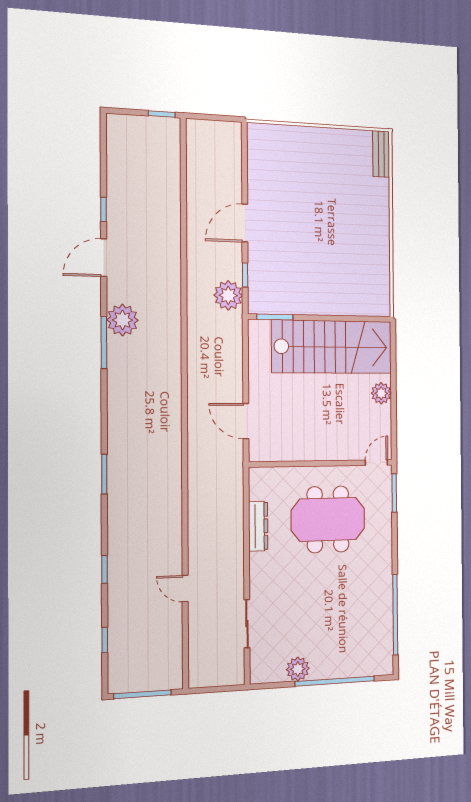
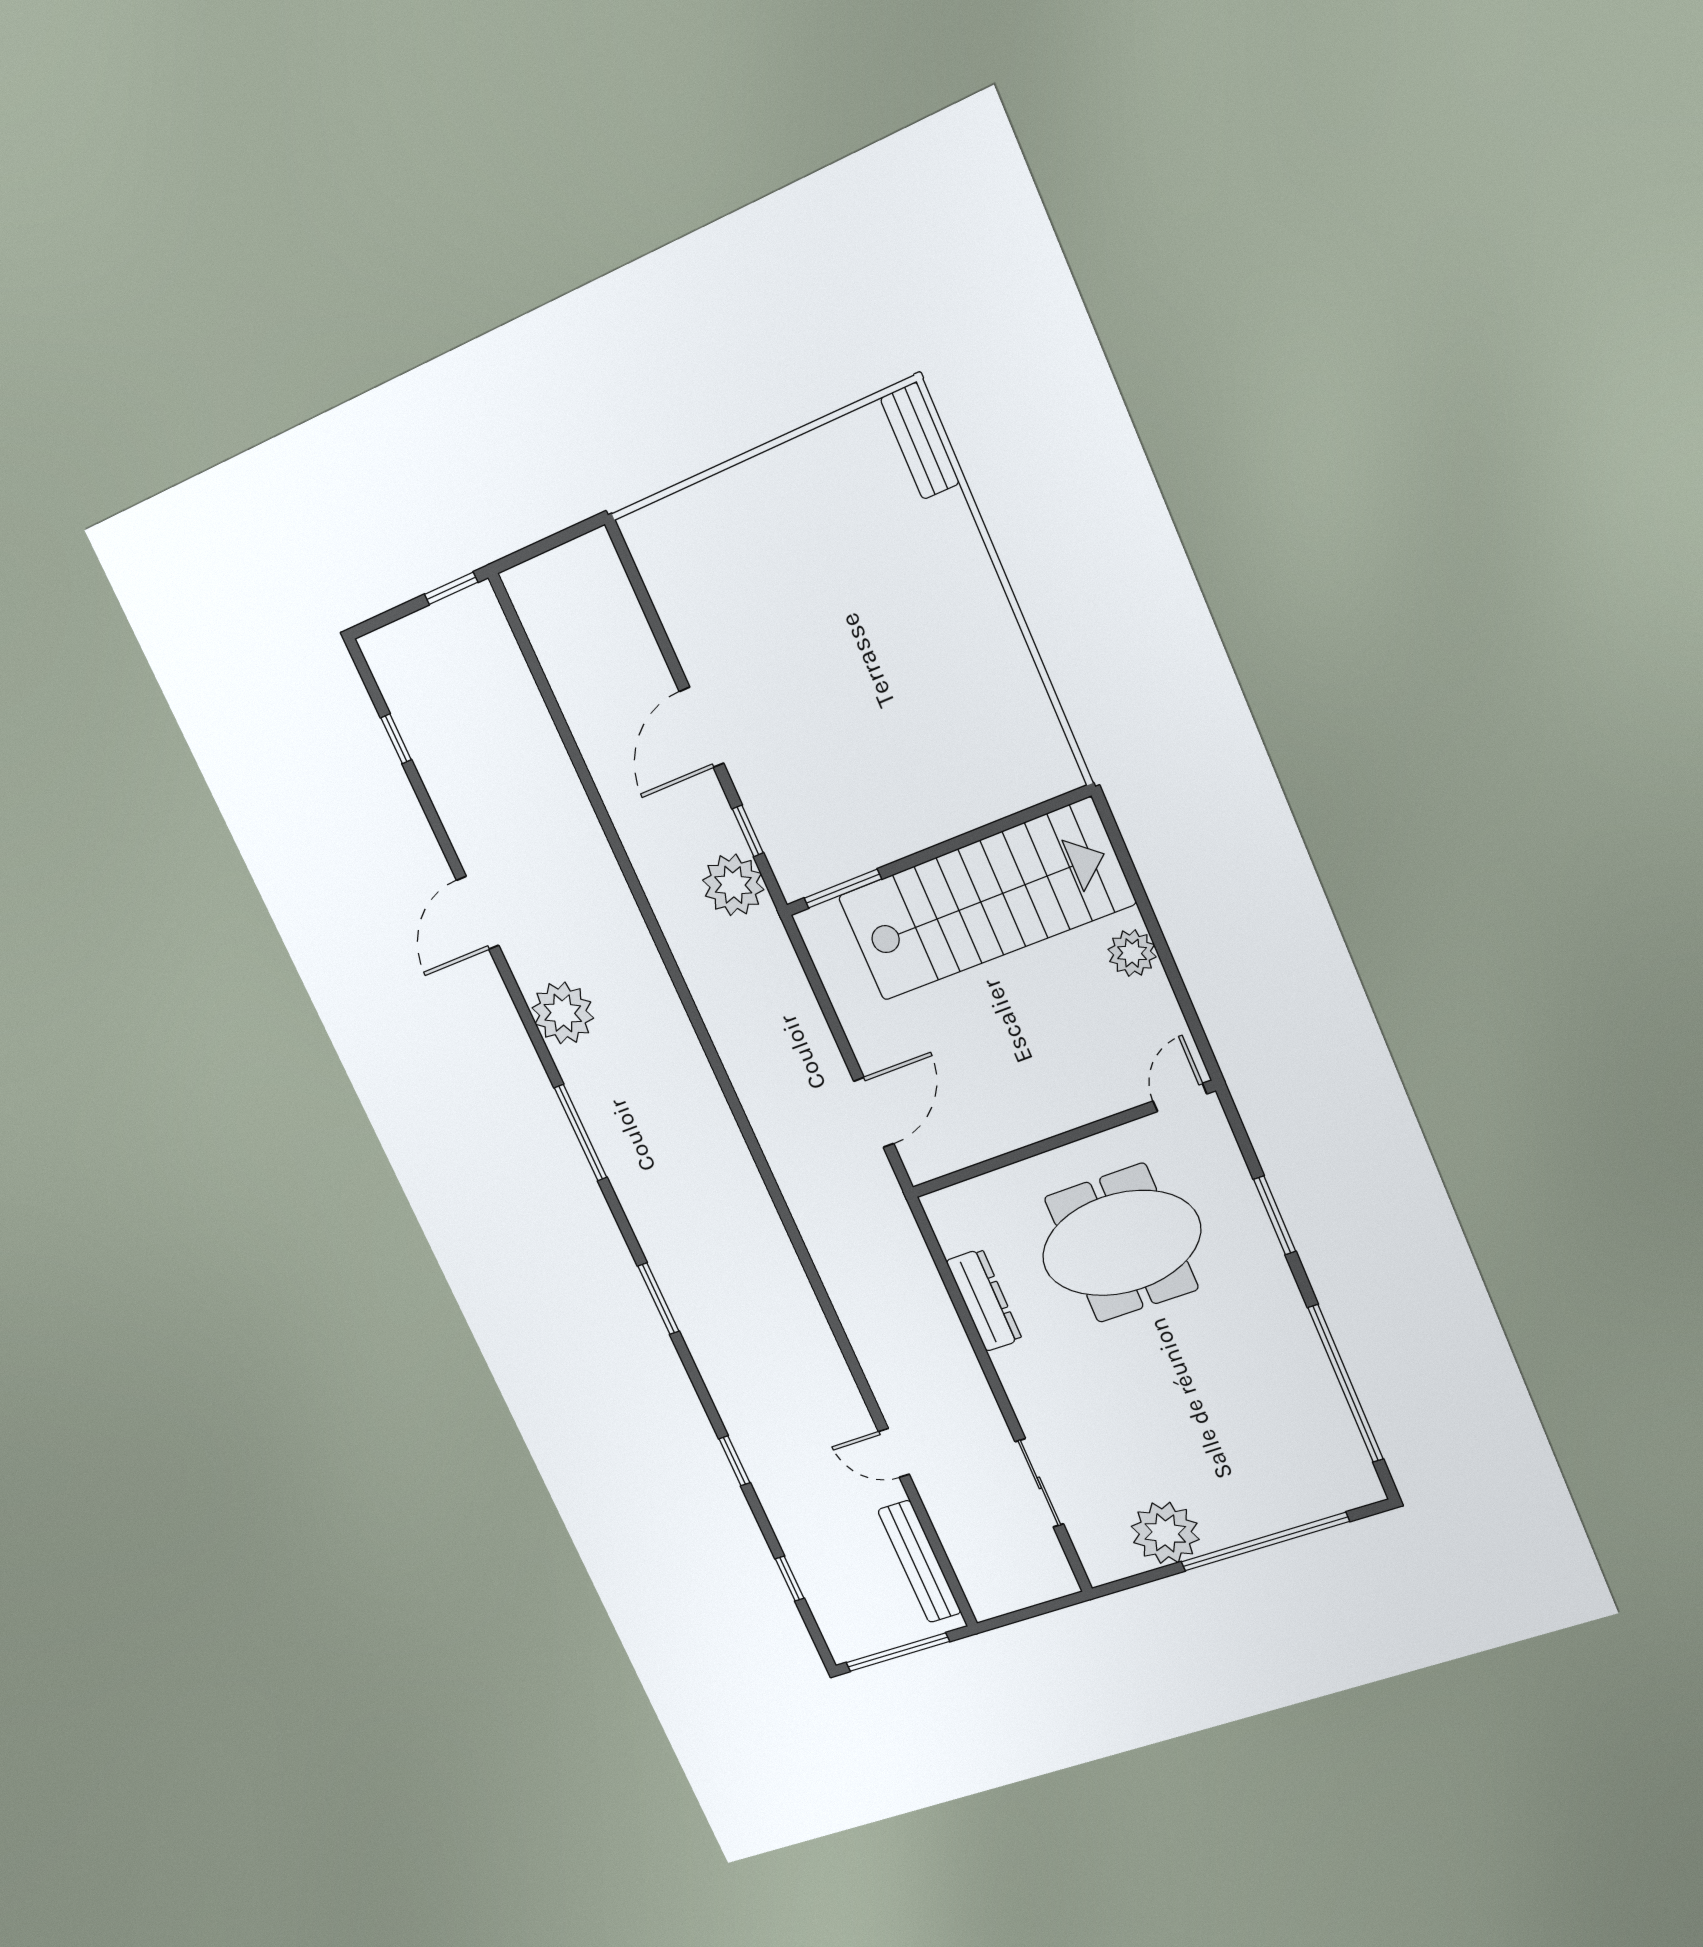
window: (104, 209) -> (396, 739), moved
window: (104, 343) -> (581, 1133), moved
door: (246, 421) -> (874, 1112), swing flipped
window: (394, 493) -> (1275, 1215), moved
bench: (174, 648) -> (919, 1561), added
plant: (298, 669) -> (1165, 1533), width x1.36, depth x1.36

